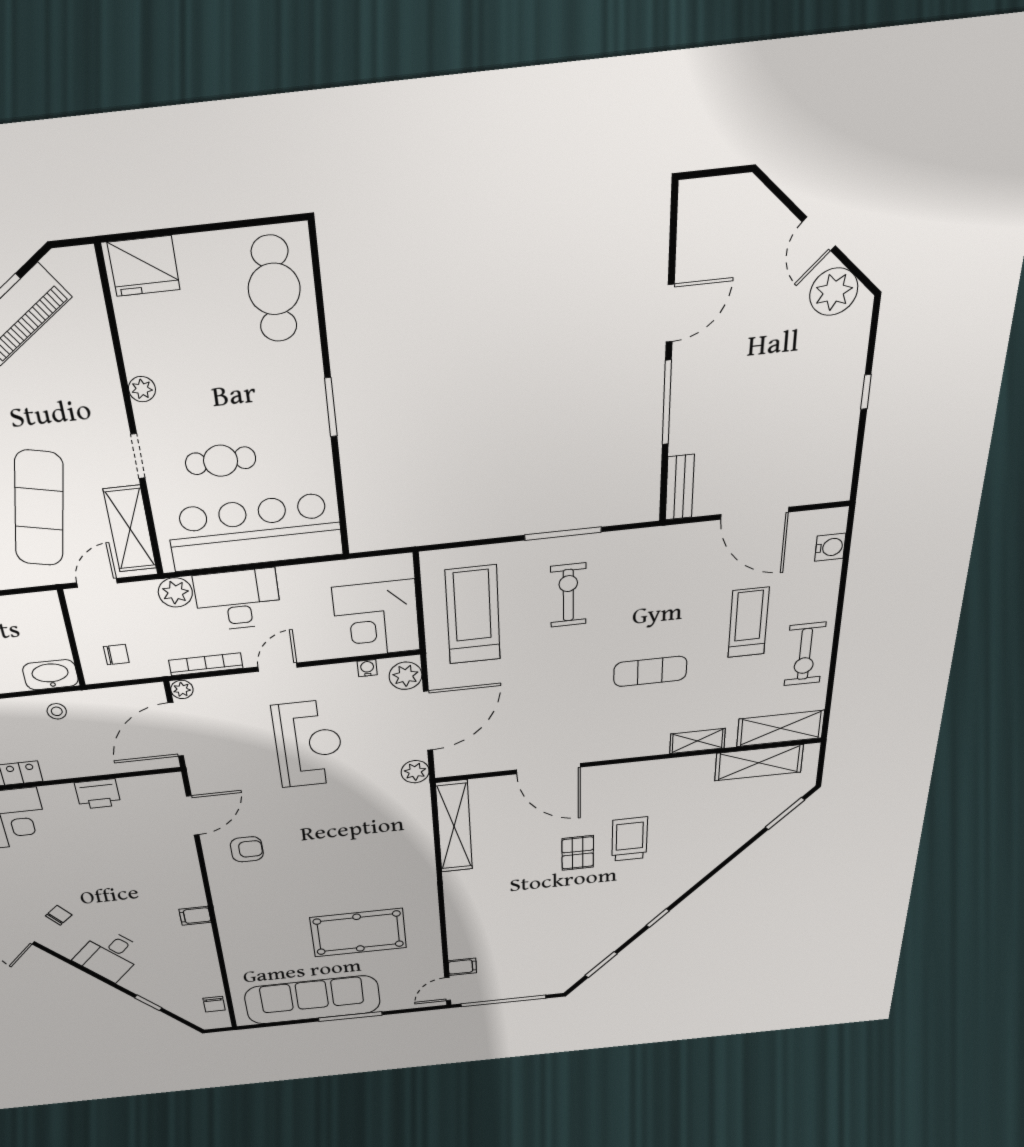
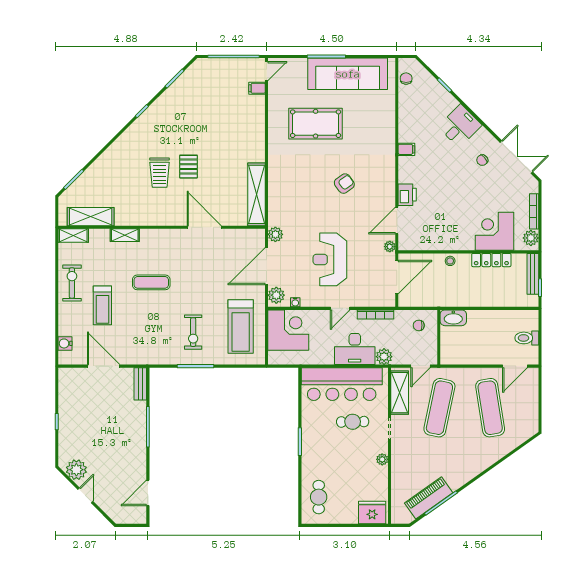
cafe table: (274, 289) -> (319, 497), width x0.73, depth x0.74
door: (670, 313) -> (148, 493), moved
plant: (182, 689) -> (390, 247), moved
stool: (57, 711) -> (450, 261), moved
shelving: (781, 728) -> (73, 235), width x0.67, depth x0.75
printer: (98, 794) -> (407, 195), moved, turned 90
armchair: (247, 849) -> (344, 184), moved, turned 144

